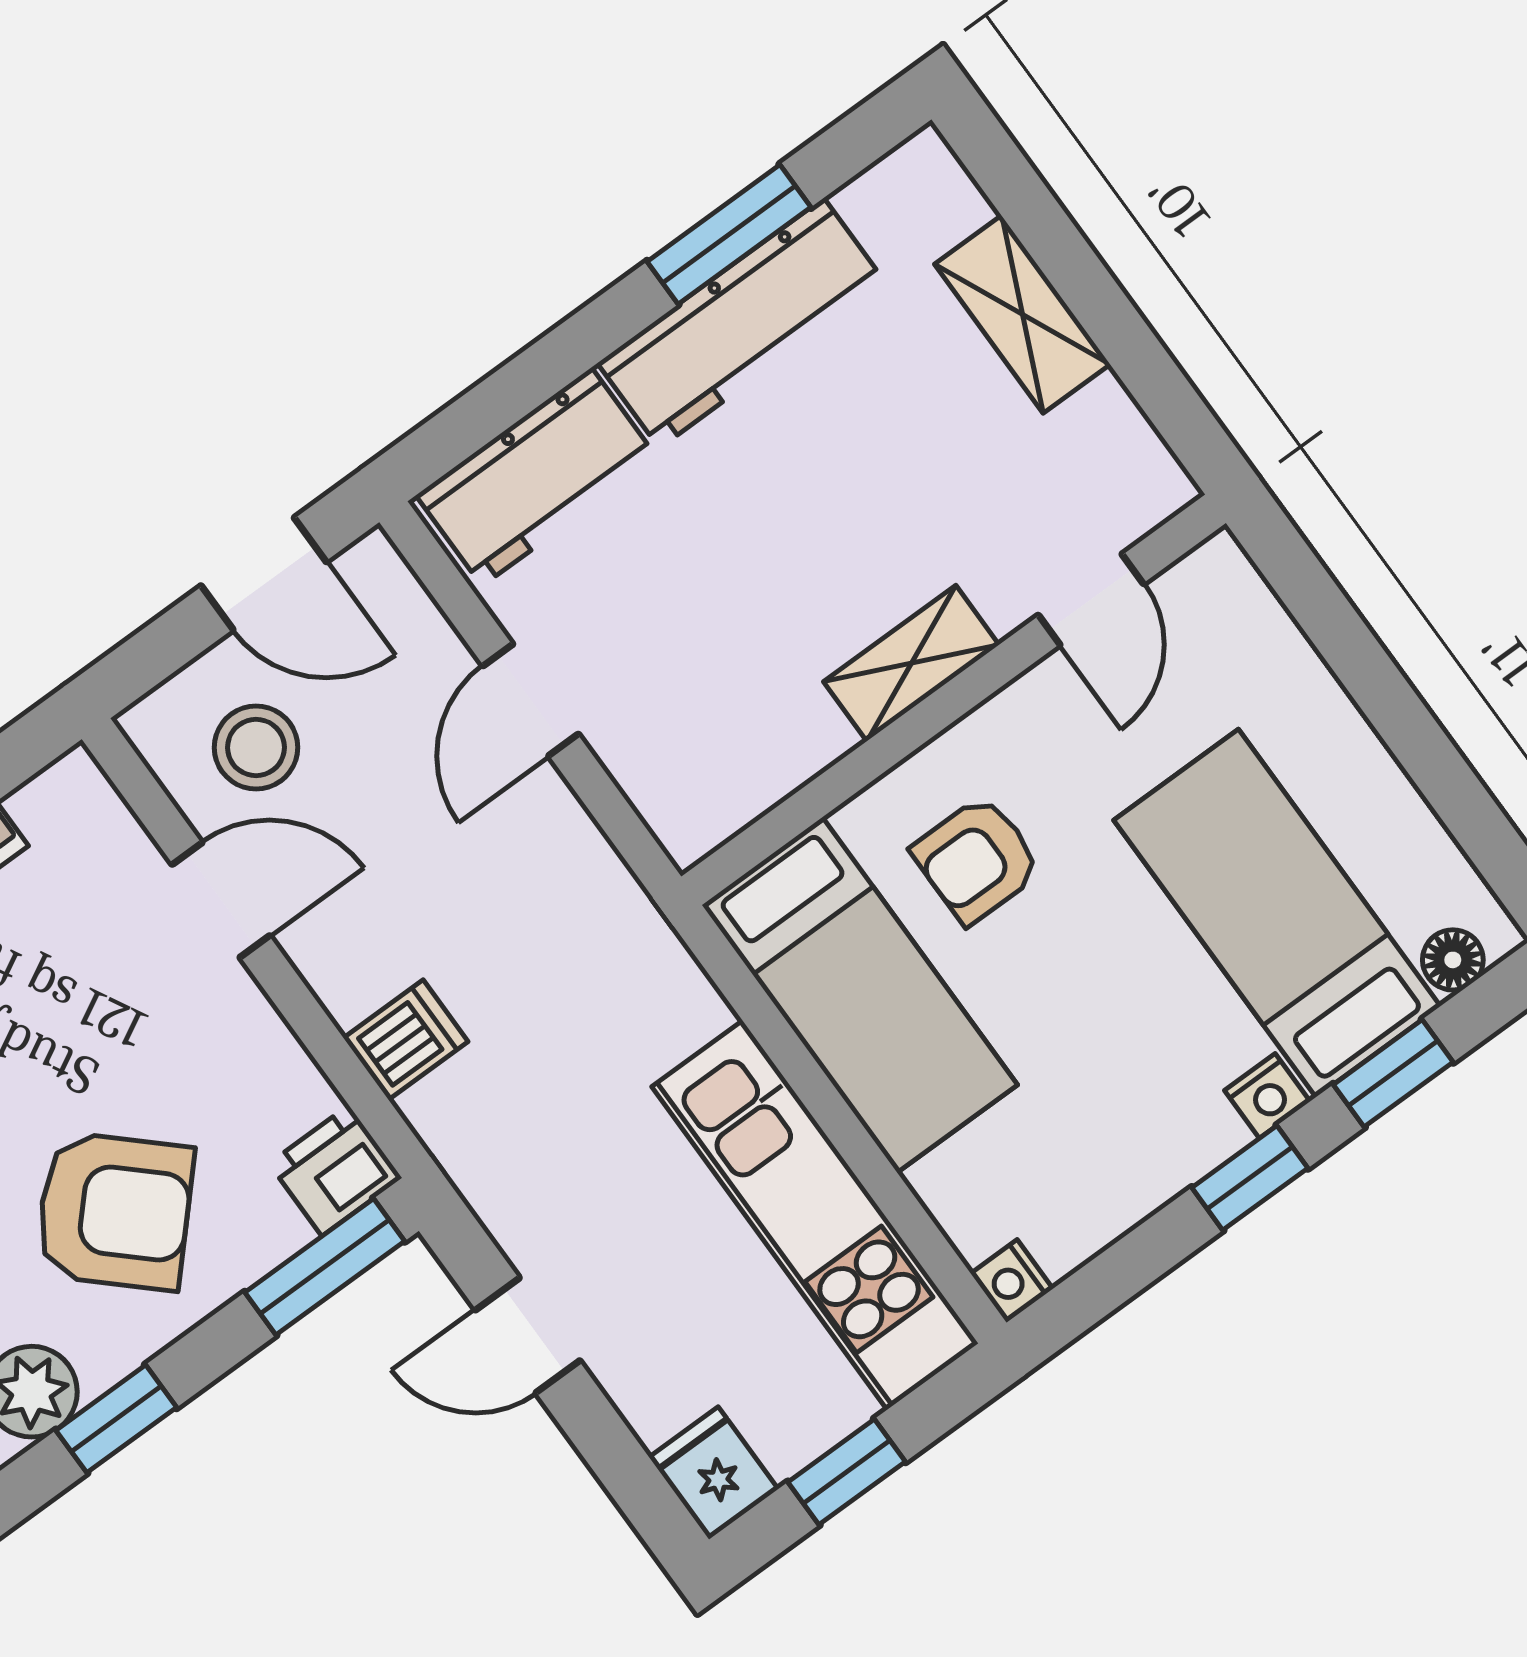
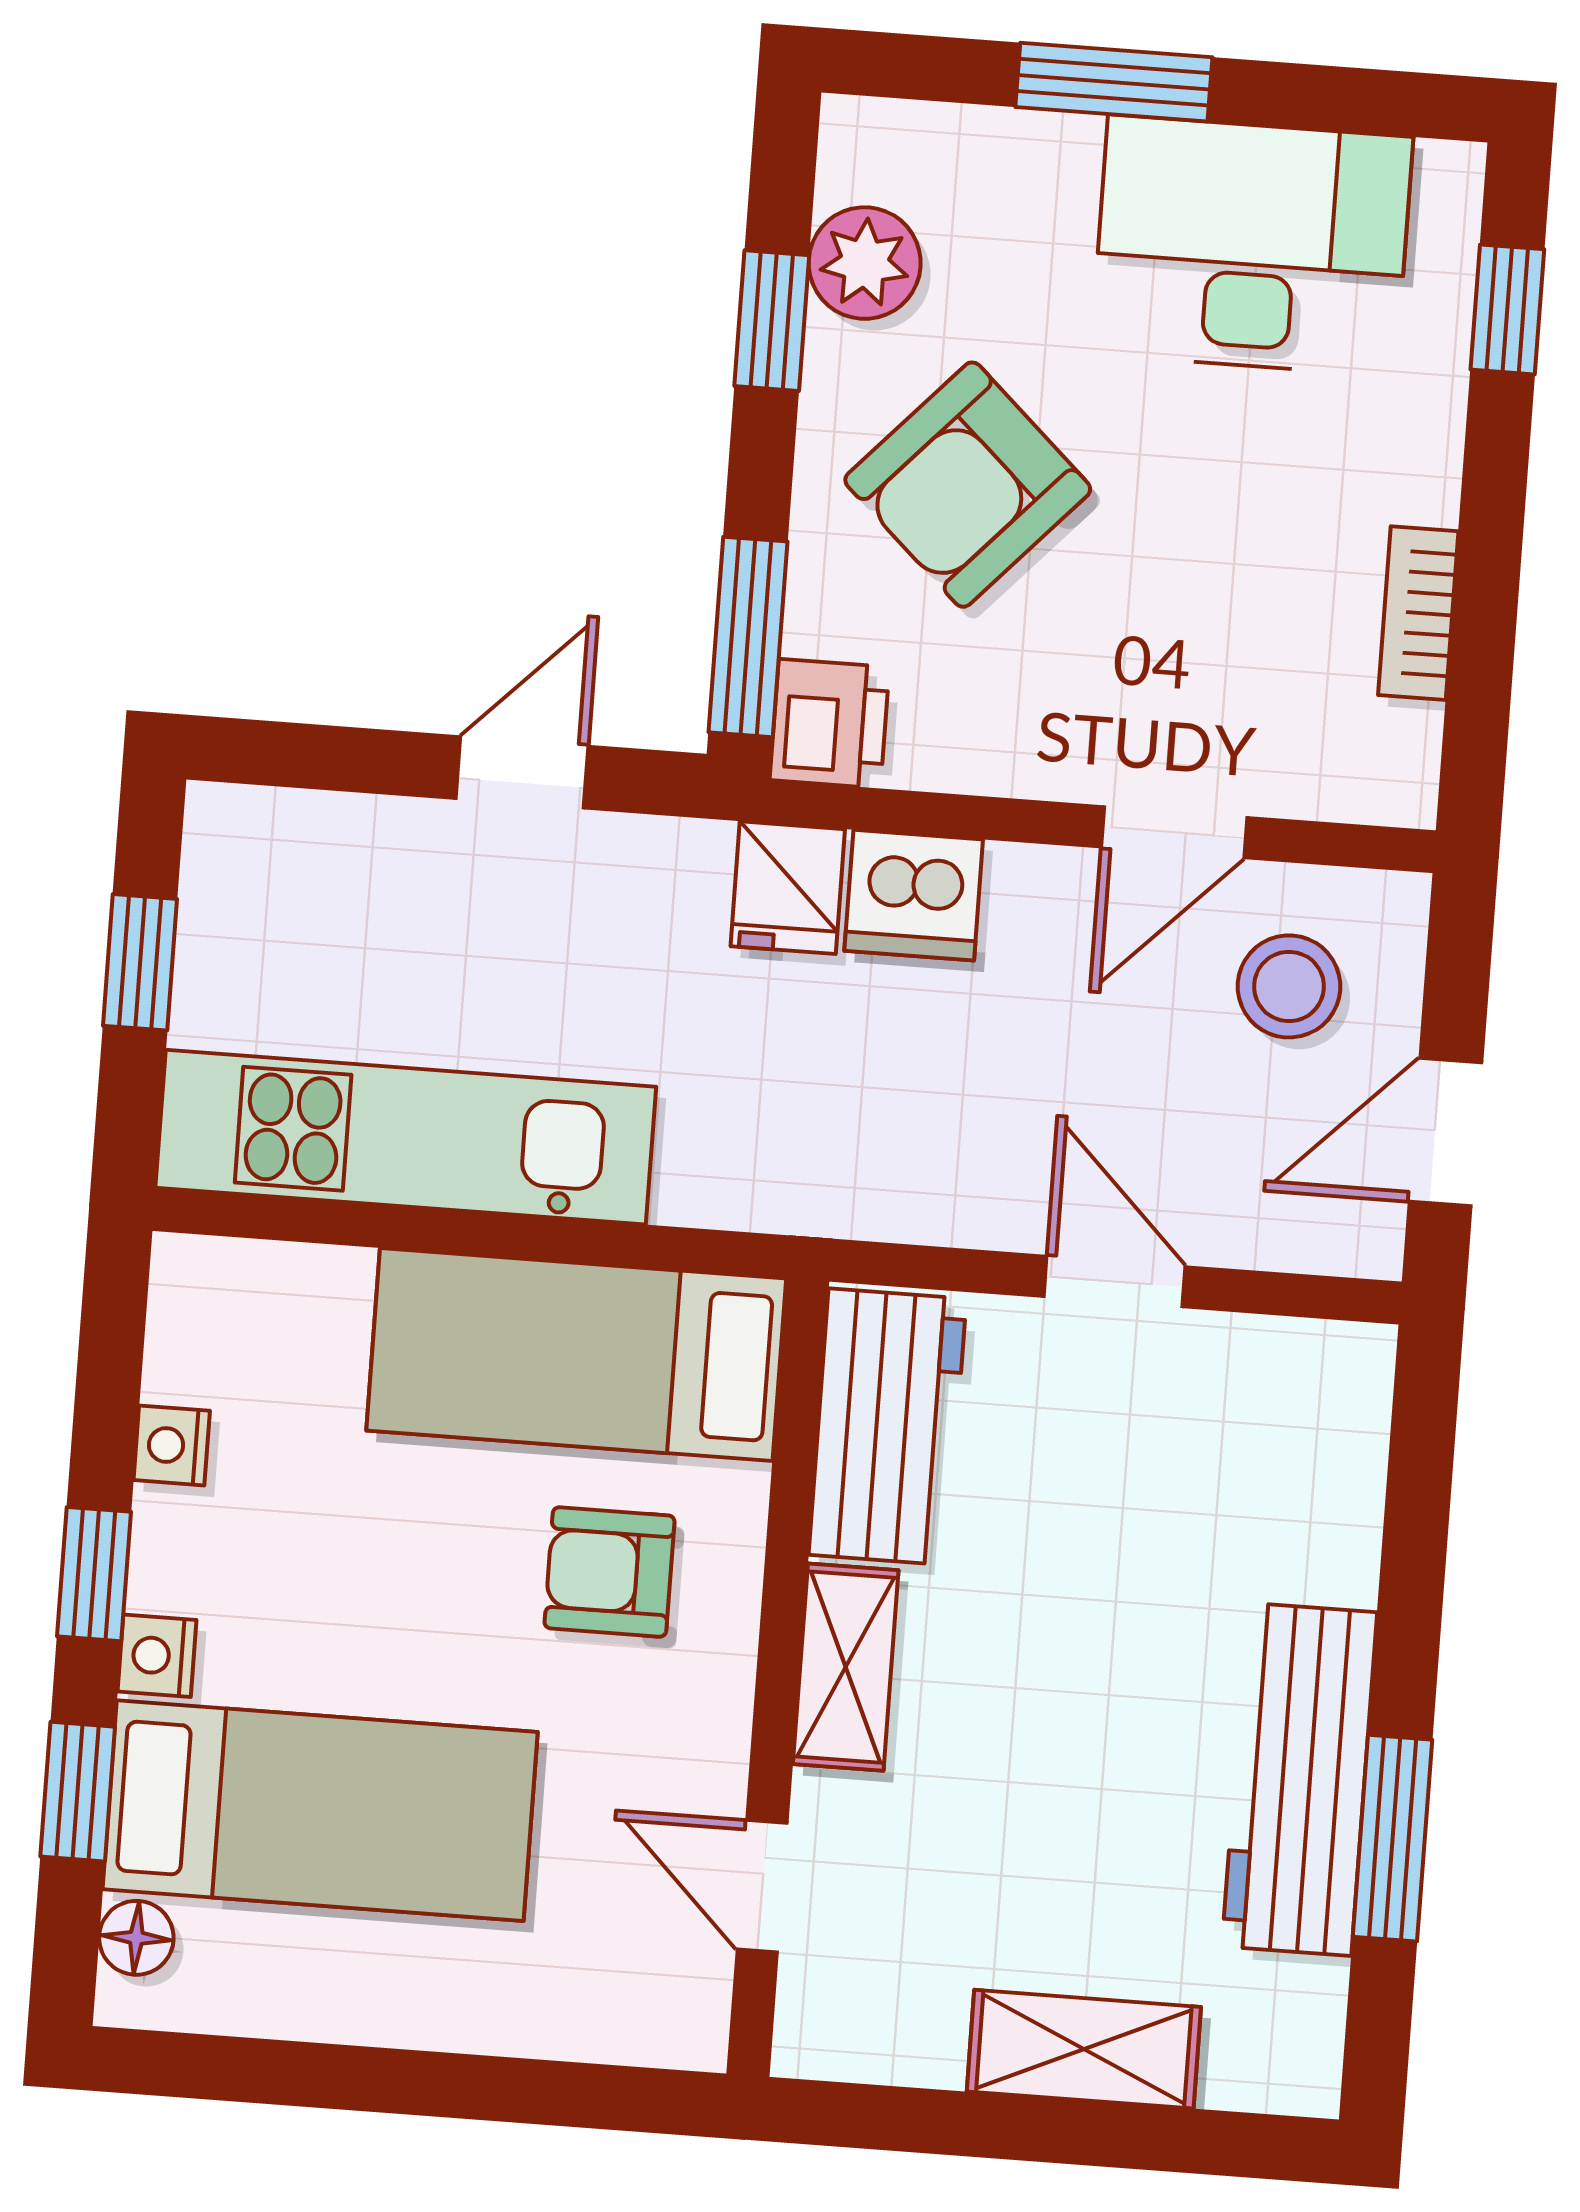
workbench: (537, 477) -> (888, 1427), moved, turned 180
armchair: (977, 860) -> (610, 1572), turned -90
dishwasher: (406, 1040) -> (914, 895), width x1.38
nightstand: (1012, 1281) -> (172, 1445), moved, turned -90
fridge: (714, 1473) -> (788, 888), moved, turned 90

